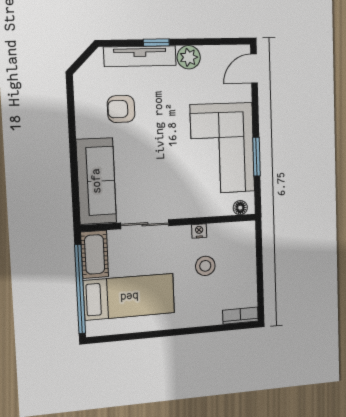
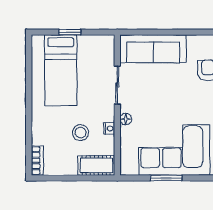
floor lamp: (240, 208) -> (126, 119), moved
cot: (95, 254) -> (96, 165), moved
window: (80, 289) -> (70, 32), width x0.32

